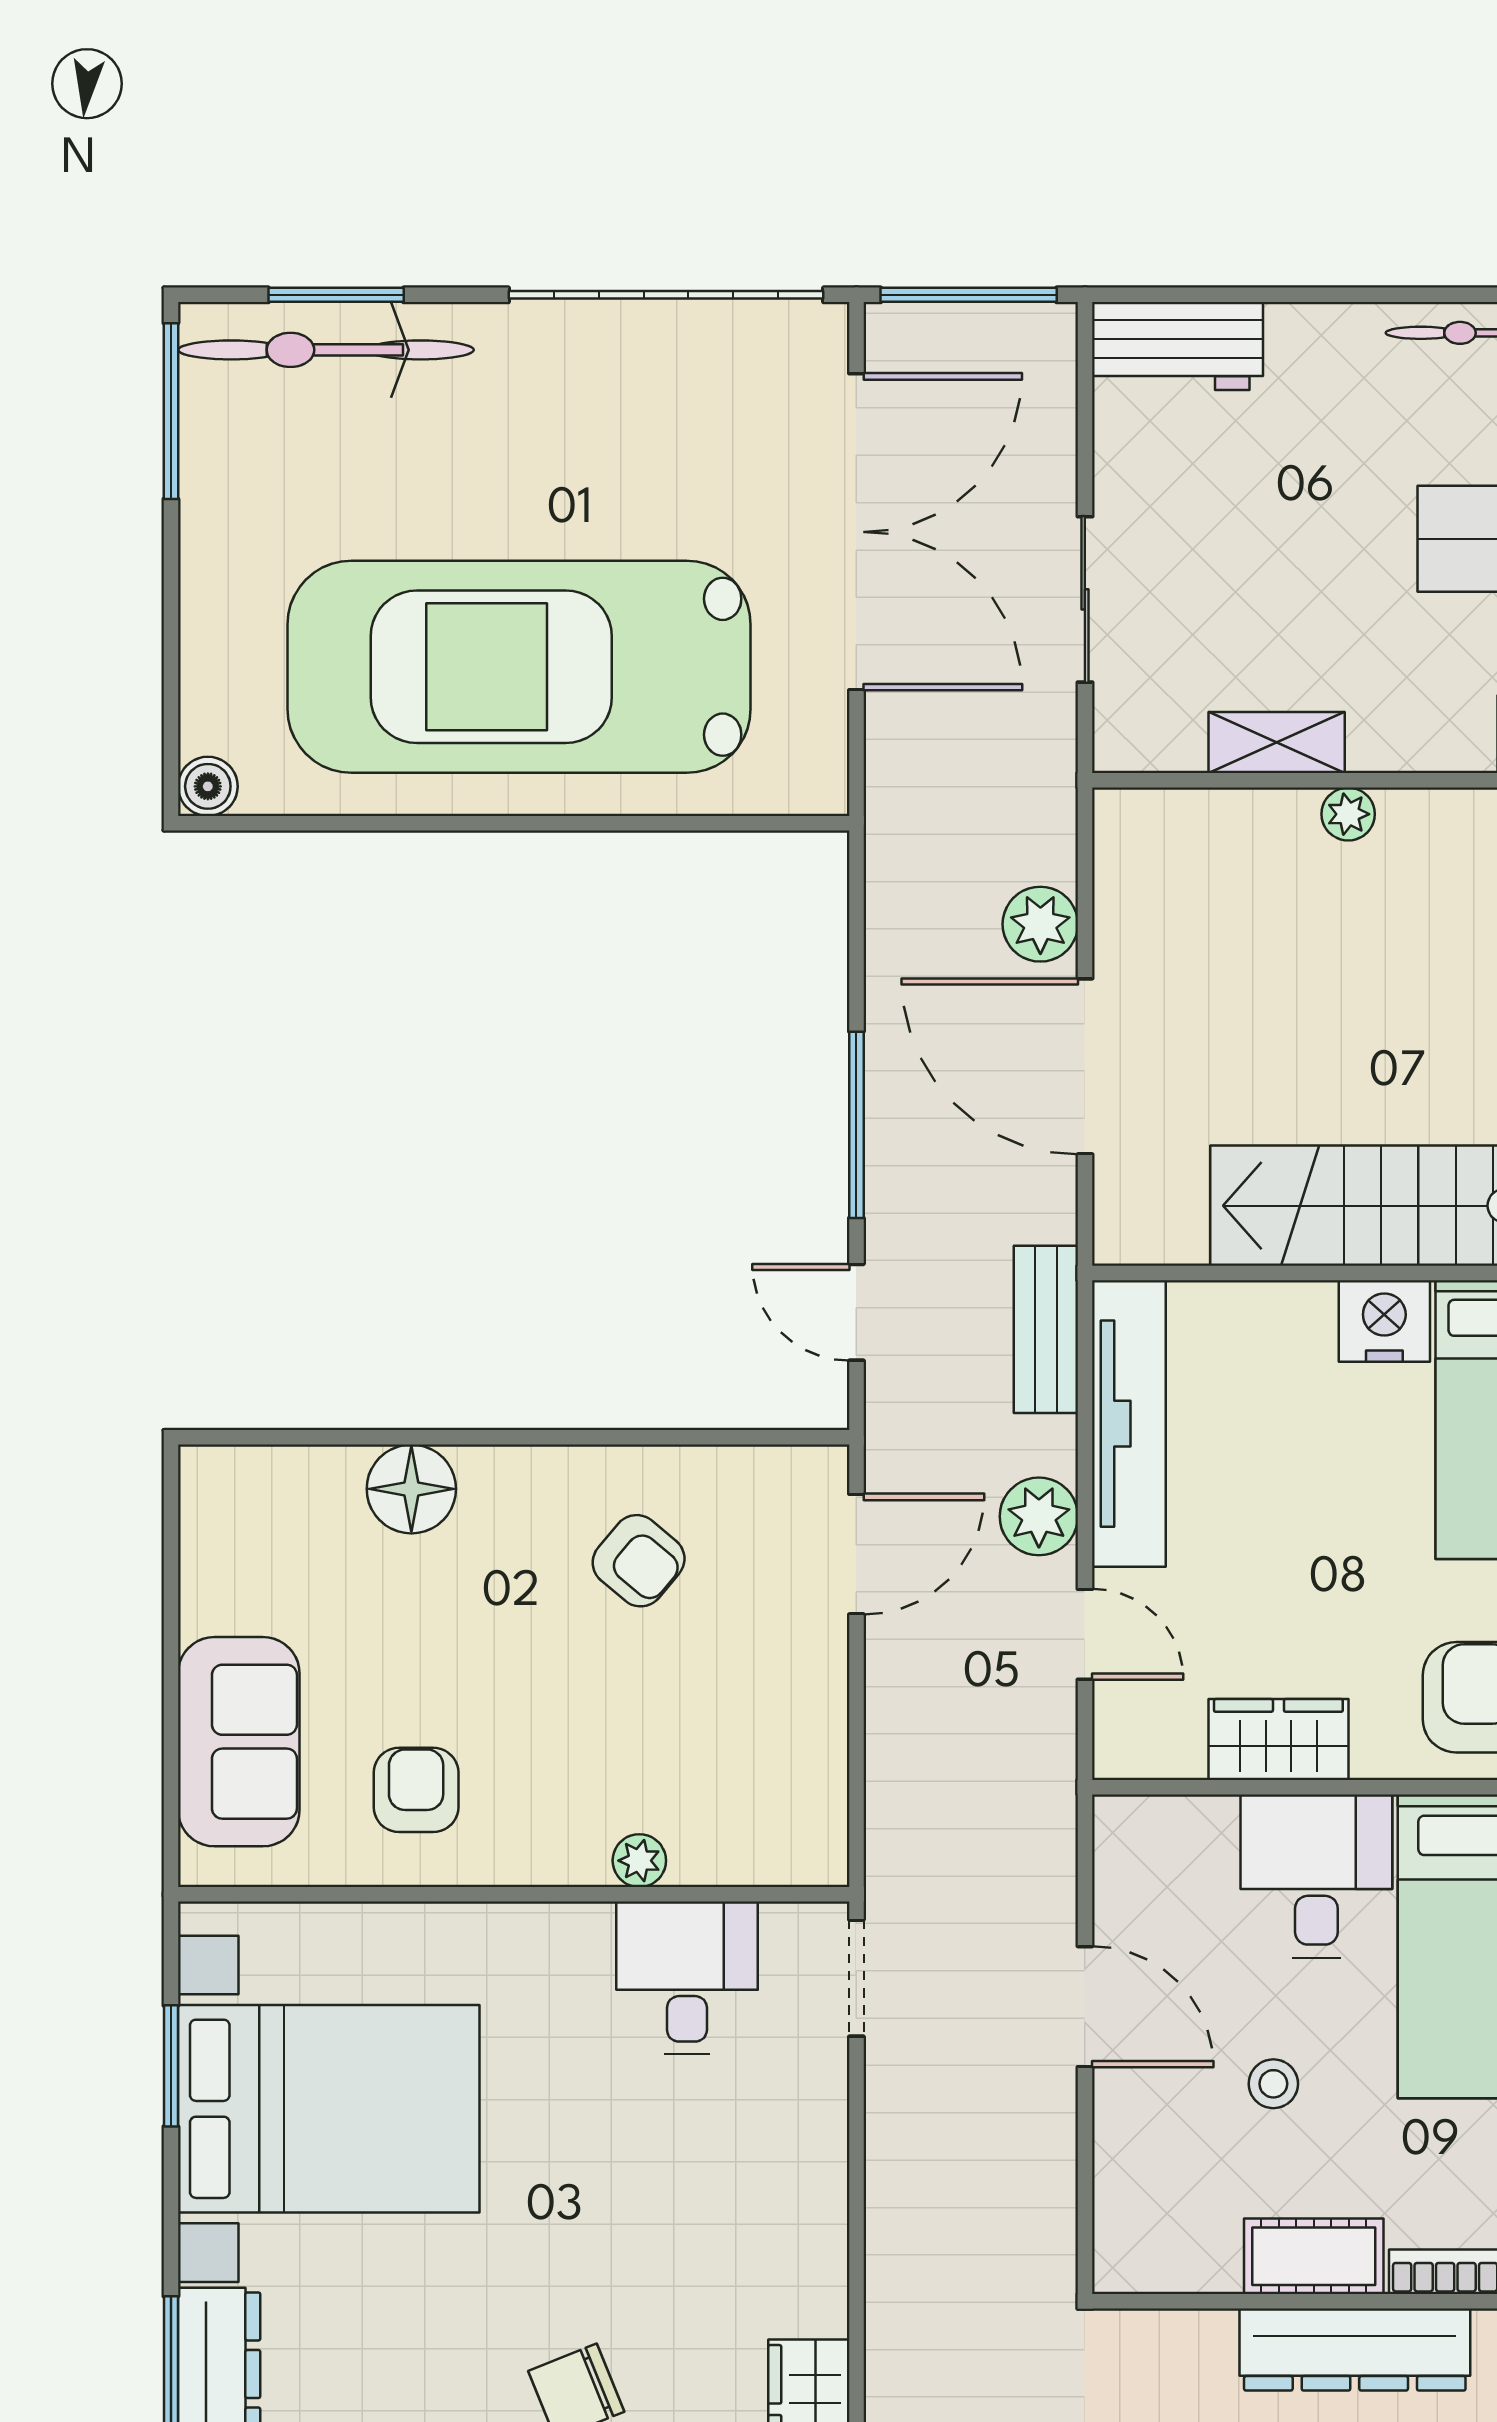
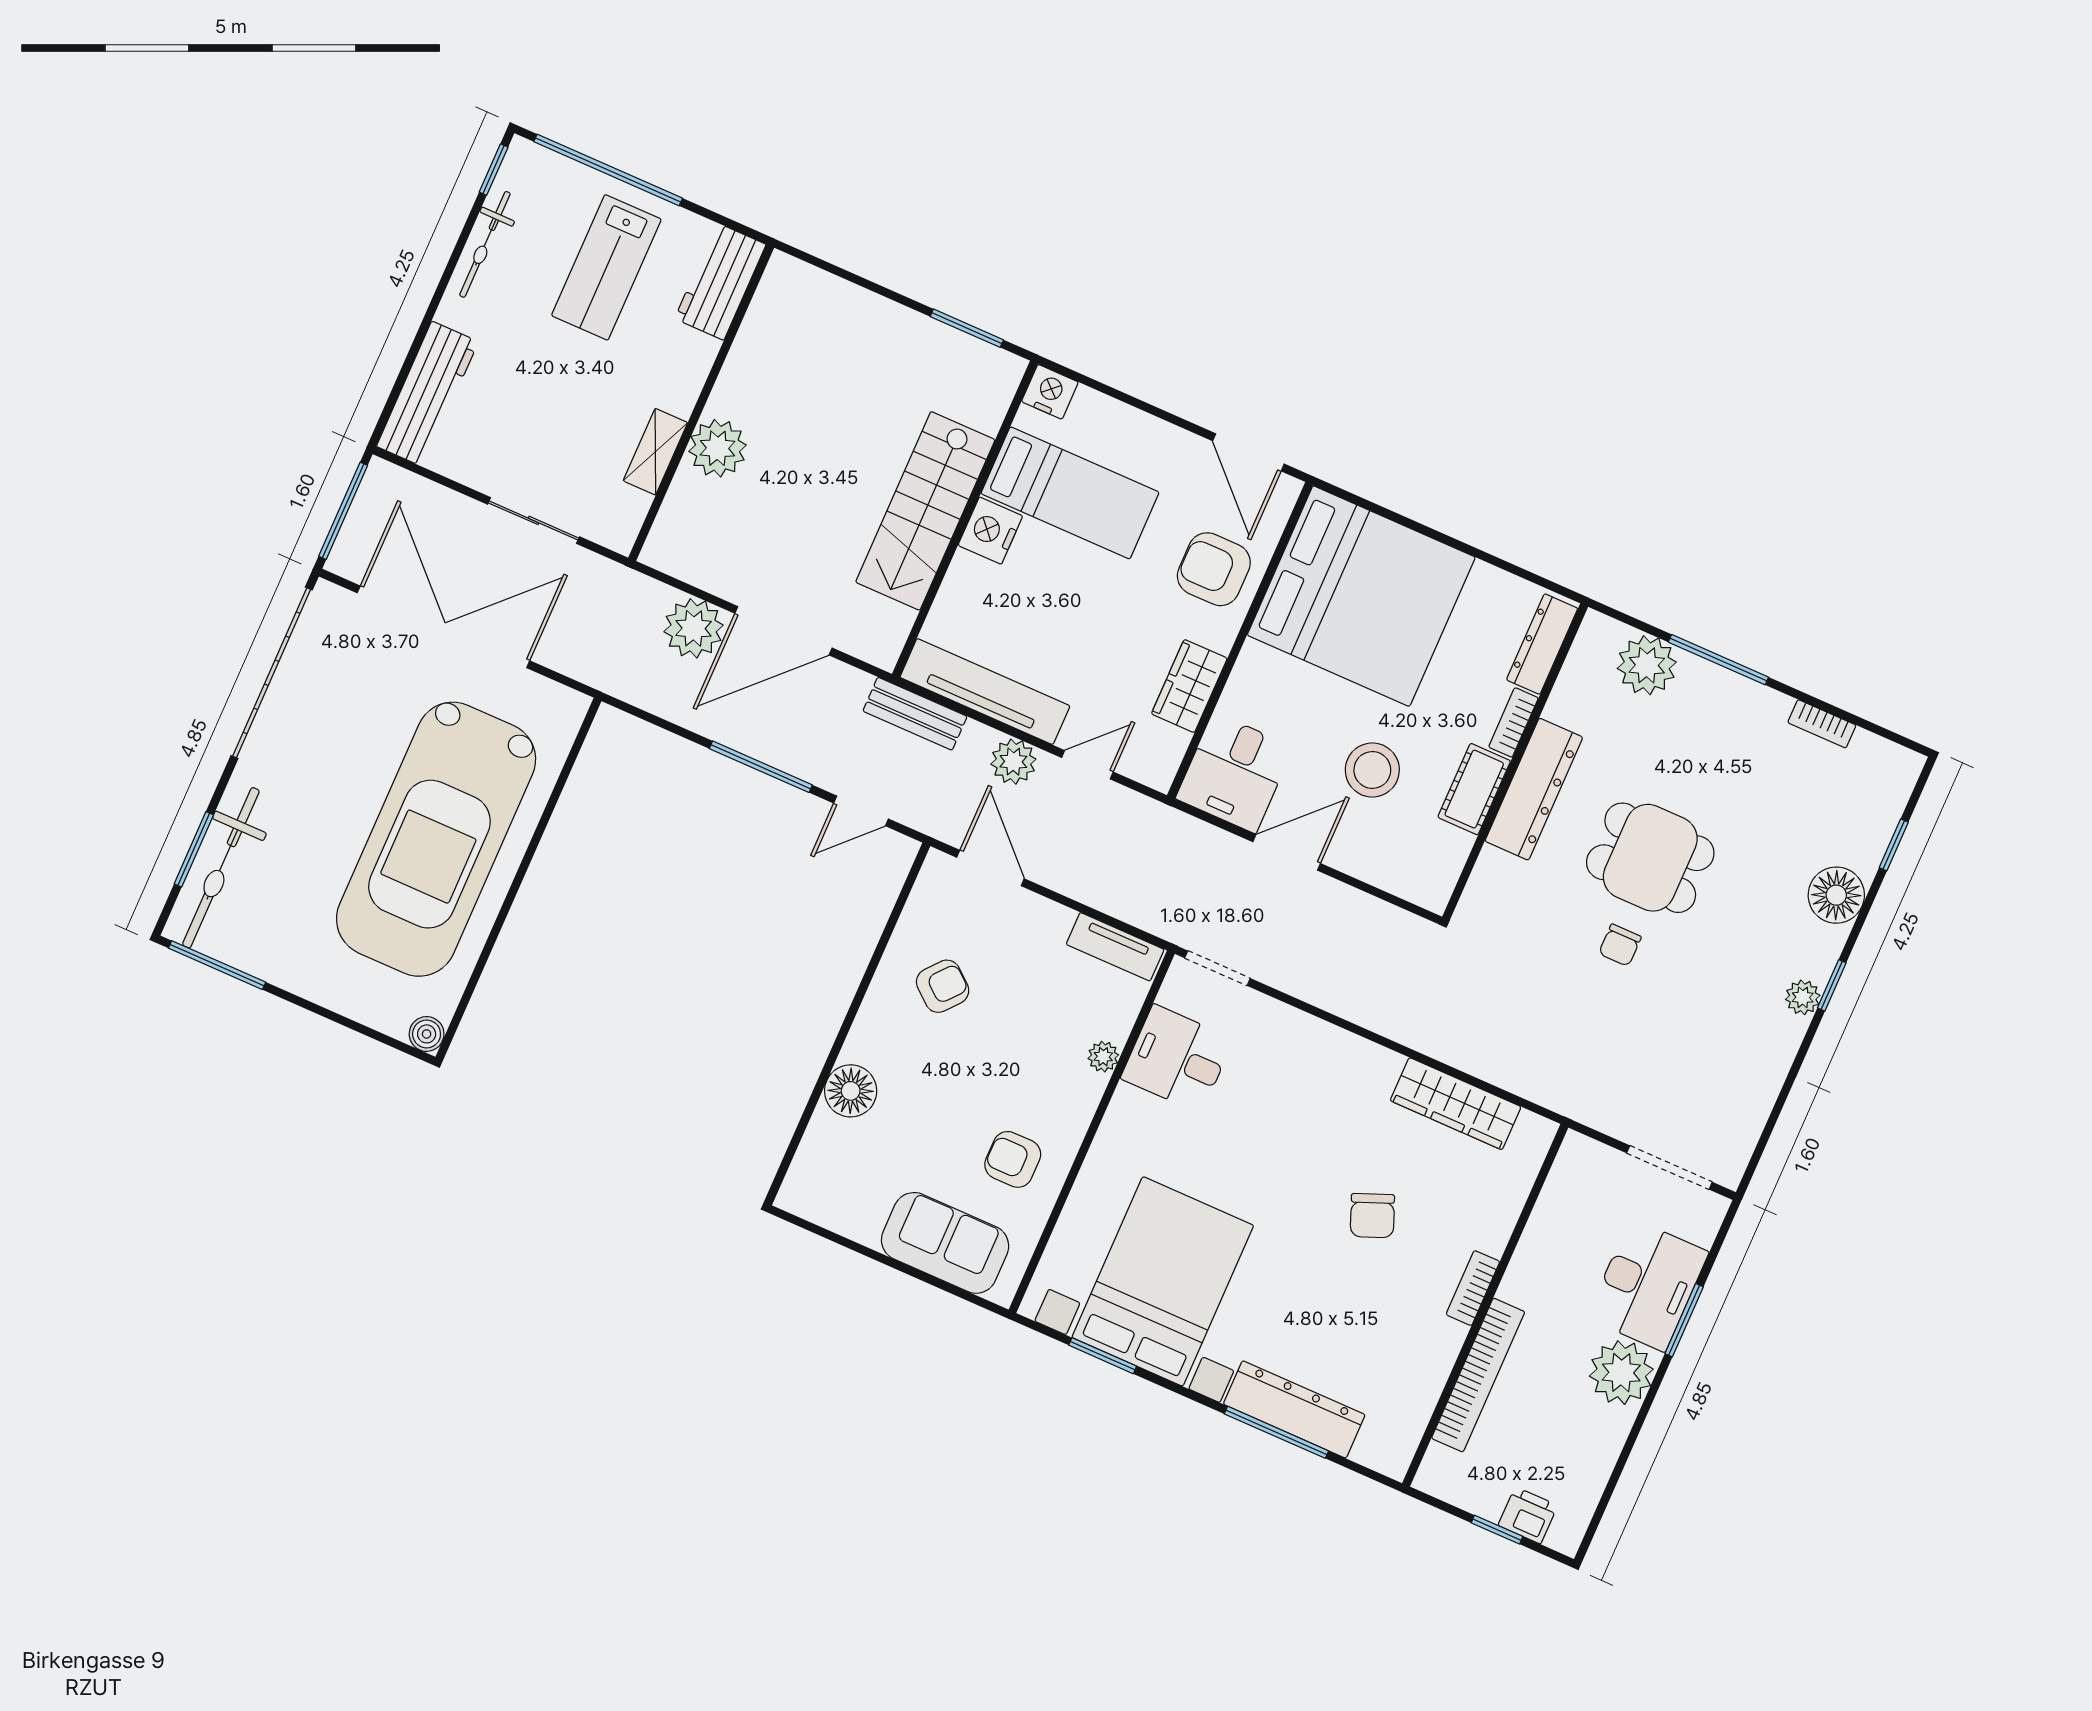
workbench: (1178, 346) -> (427, 394), width x1.38
plant: (1348, 814) -> (717, 448), width x1.88, depth x1.88
plant: (1040, 924) -> (694, 628), width x1.36, depth x1.36
tv unit: (819, 1803) -> (1115, 947), added
desk: (1316, 1876) -> (1235, 773), moved, turned -90
stool: (1273, 2084) -> (1372, 770), width x1.89, depth x1.89

